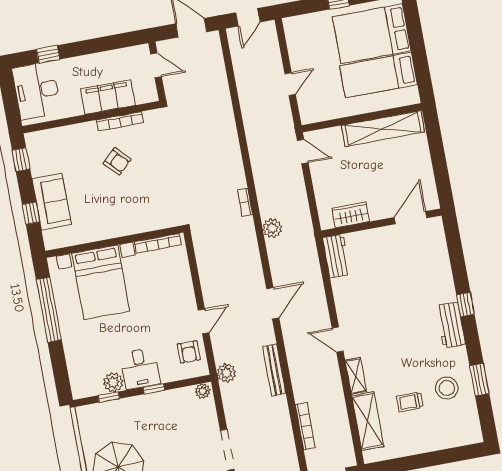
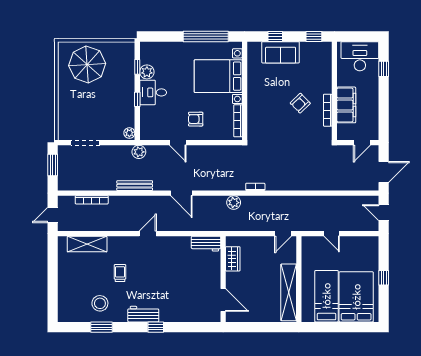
armchair: (189, 352) -> (196, 119), moved
shelving: (356, 376) -> (120, 242), removed
trolley: (410, 402) -> (120, 273), moved

